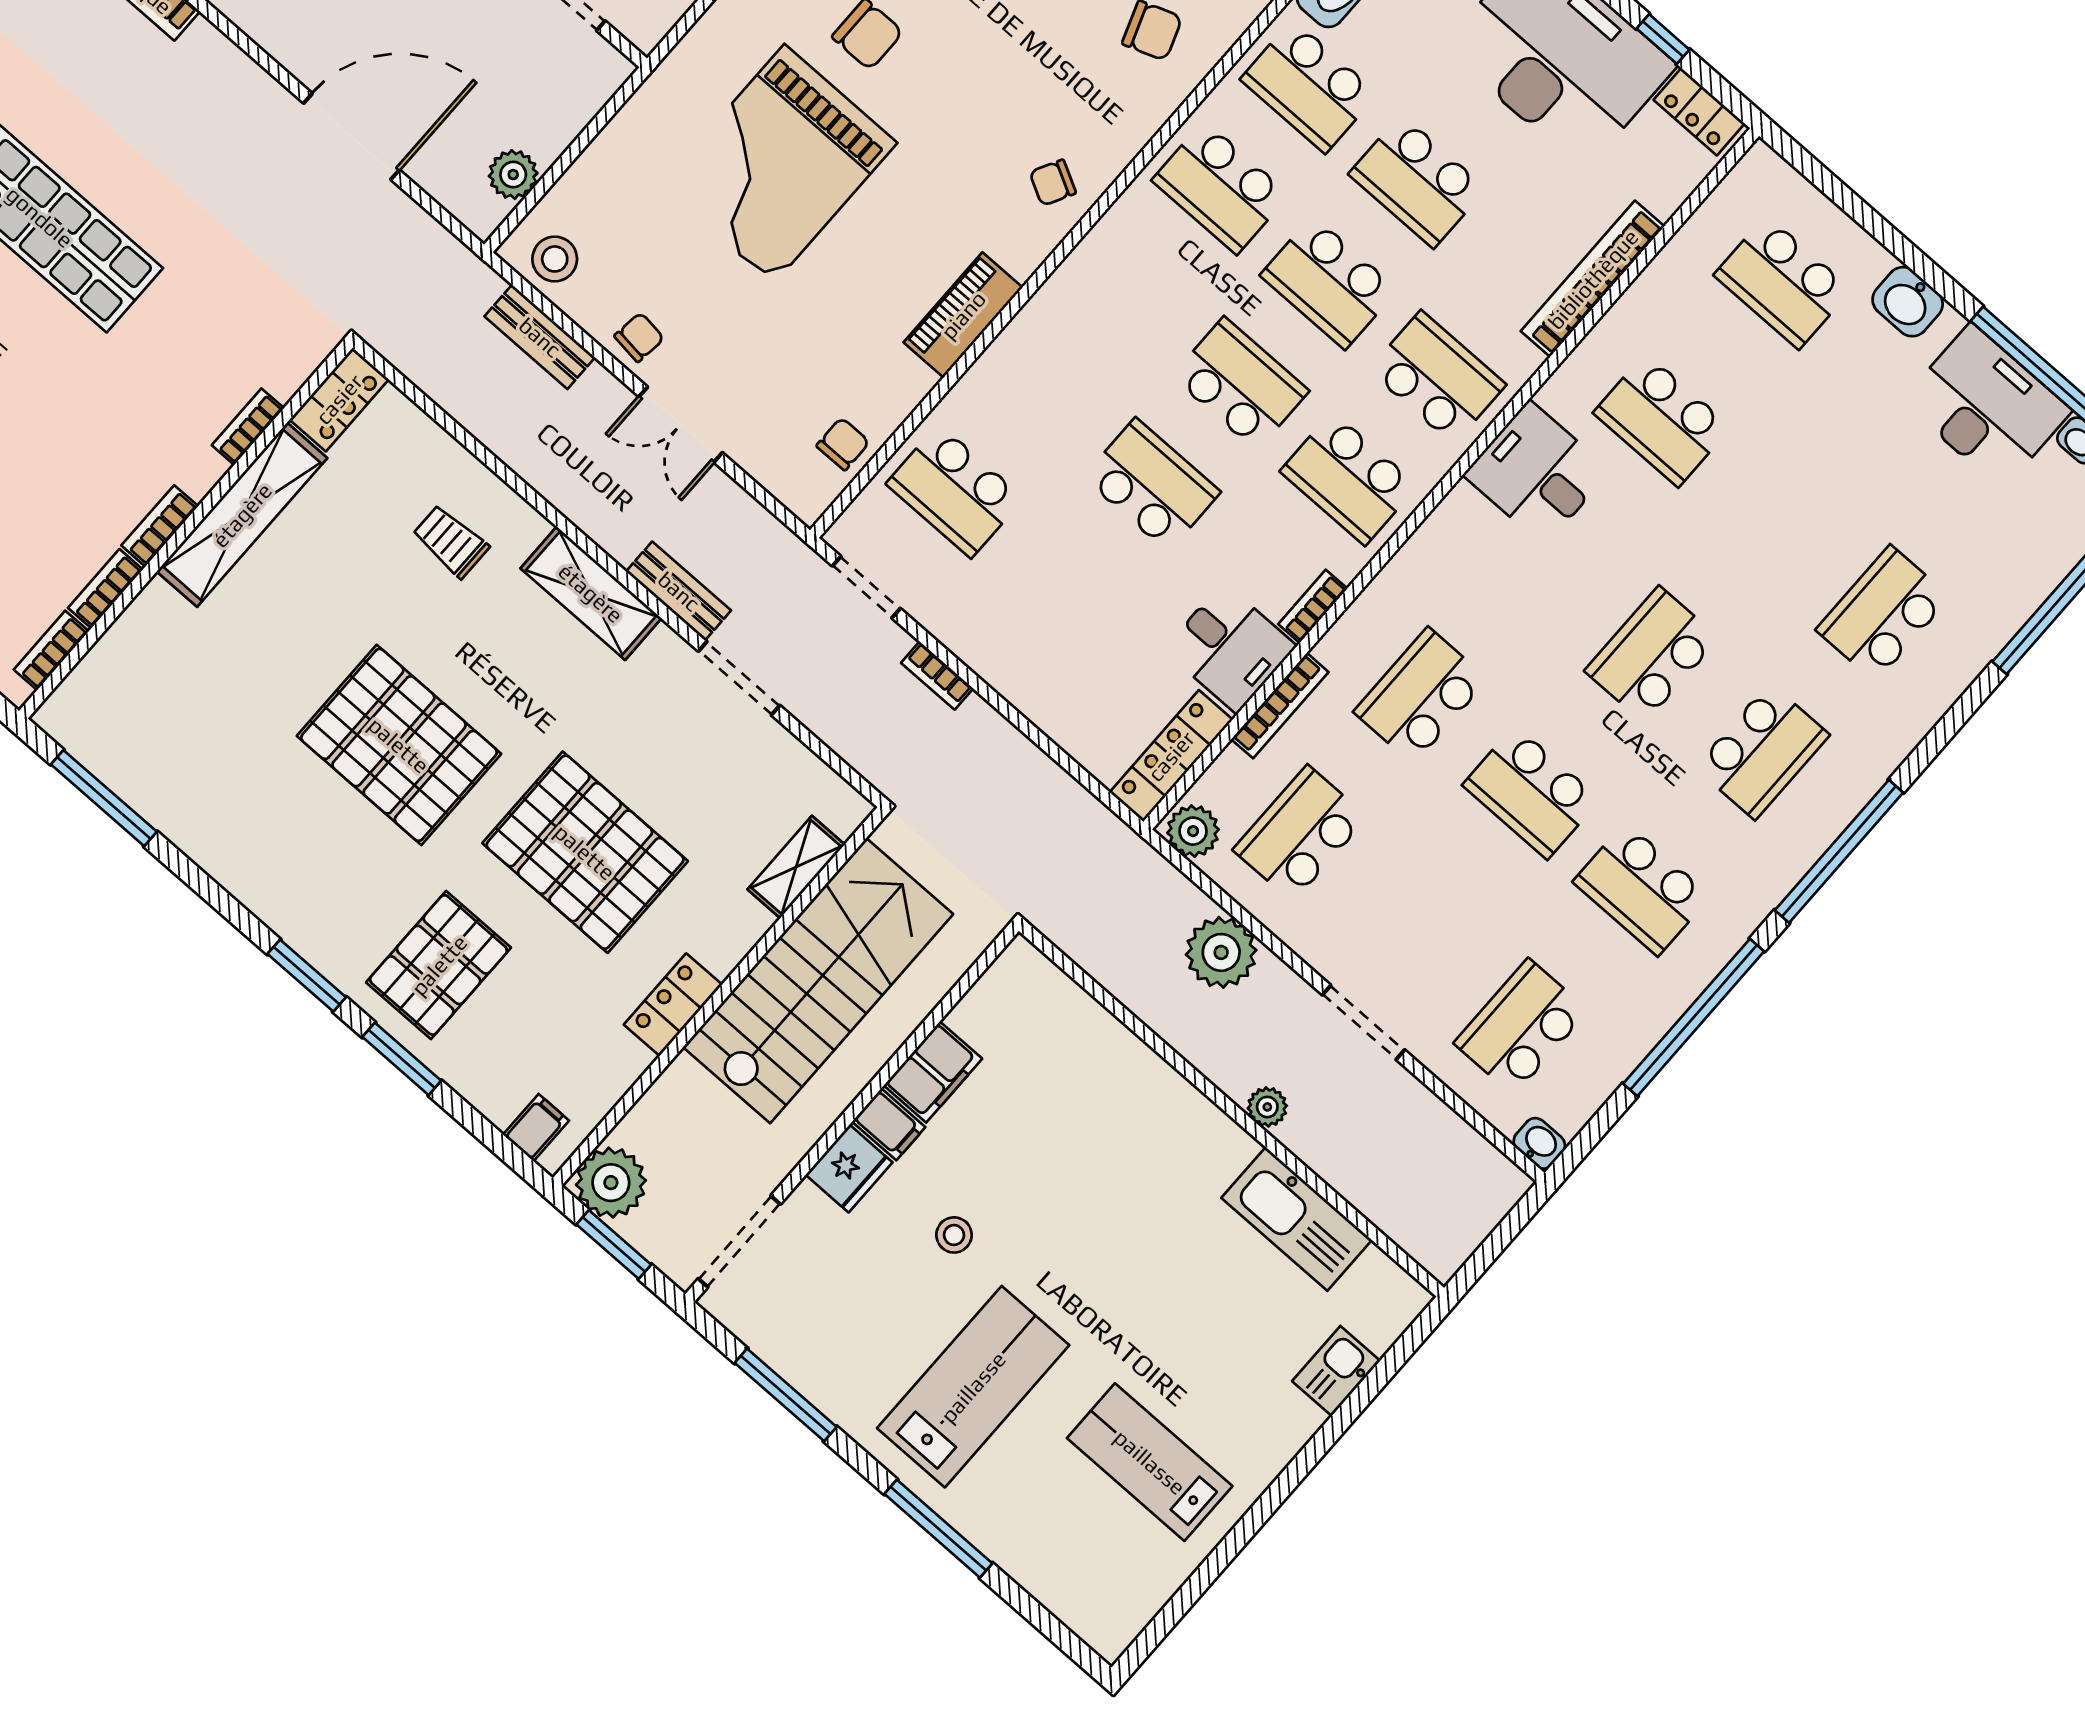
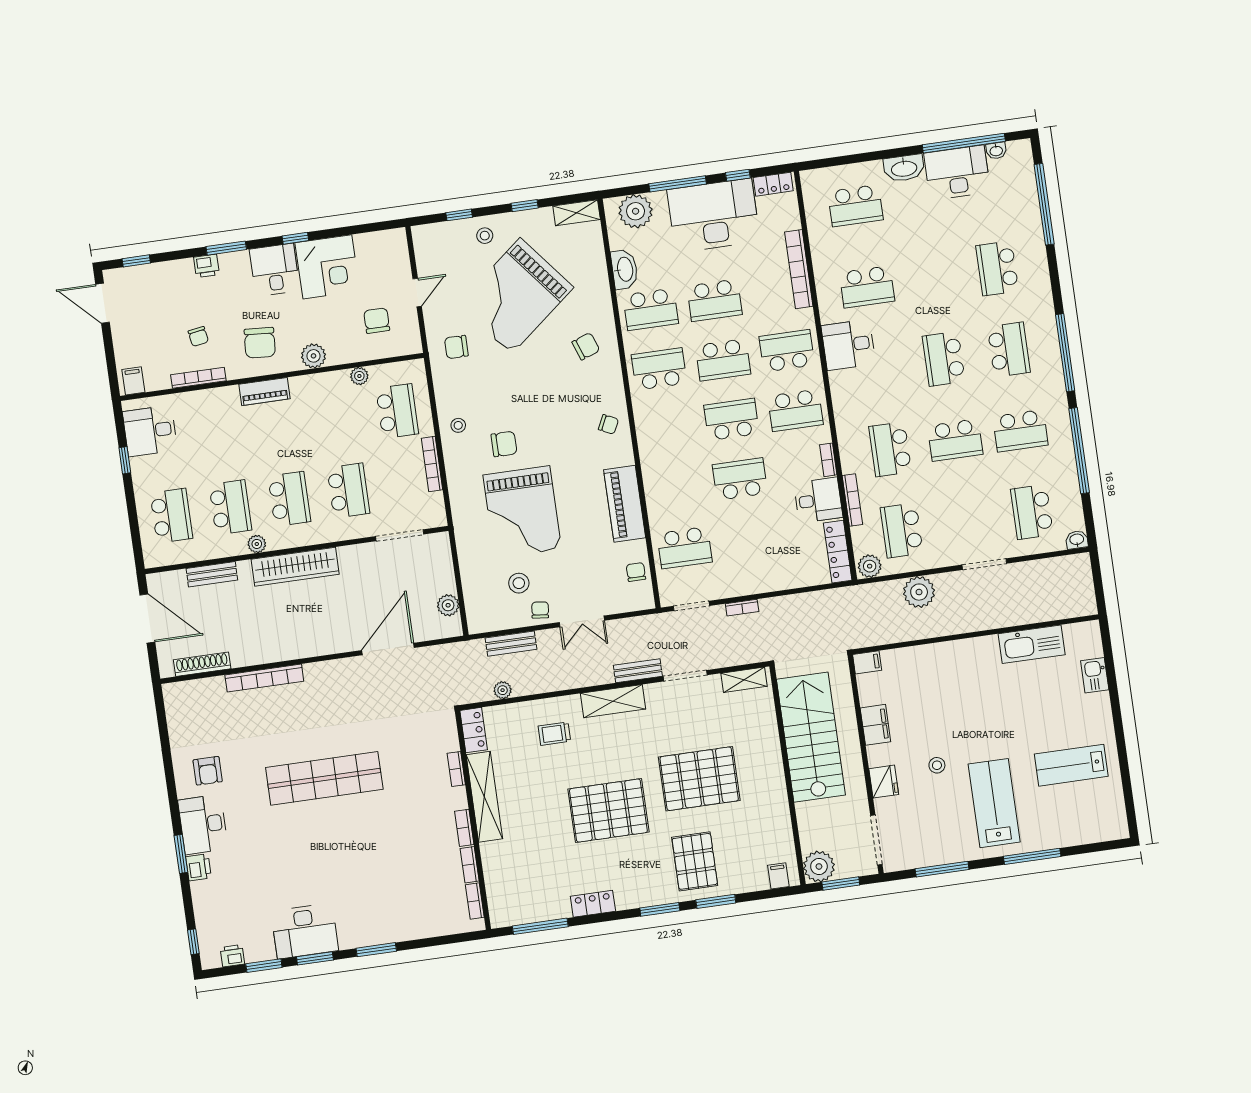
chair: (1053, 183) -> (608, 424), turned -92
school desk: (1220, 188) -> (659, 369), turned 180
stool: (555, 259) -> (519, 583), moved
washbasin: (1908, 302) -> (904, 168), width x1.38
piano: (963, 315) -> (625, 504), width x1.37, depth x1.33
shelving: (796, 867) -> (744, 680), moved, turned 90
locker: (673, 1005) -> (593, 904), moved, turned 90
plant: (1267, 1107) -> (503, 690), moved
filing cabinet: (889, 1124) -> (867, 662), moved

